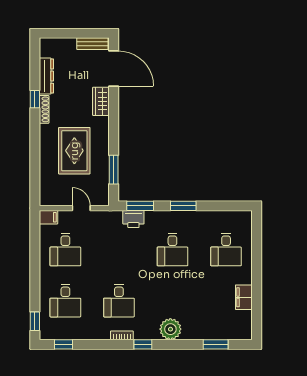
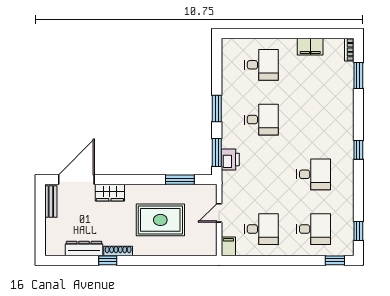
plant: (170, 329) -> (343, 122), removed
bookcase: (122, 335) -> (349, 50), moved

